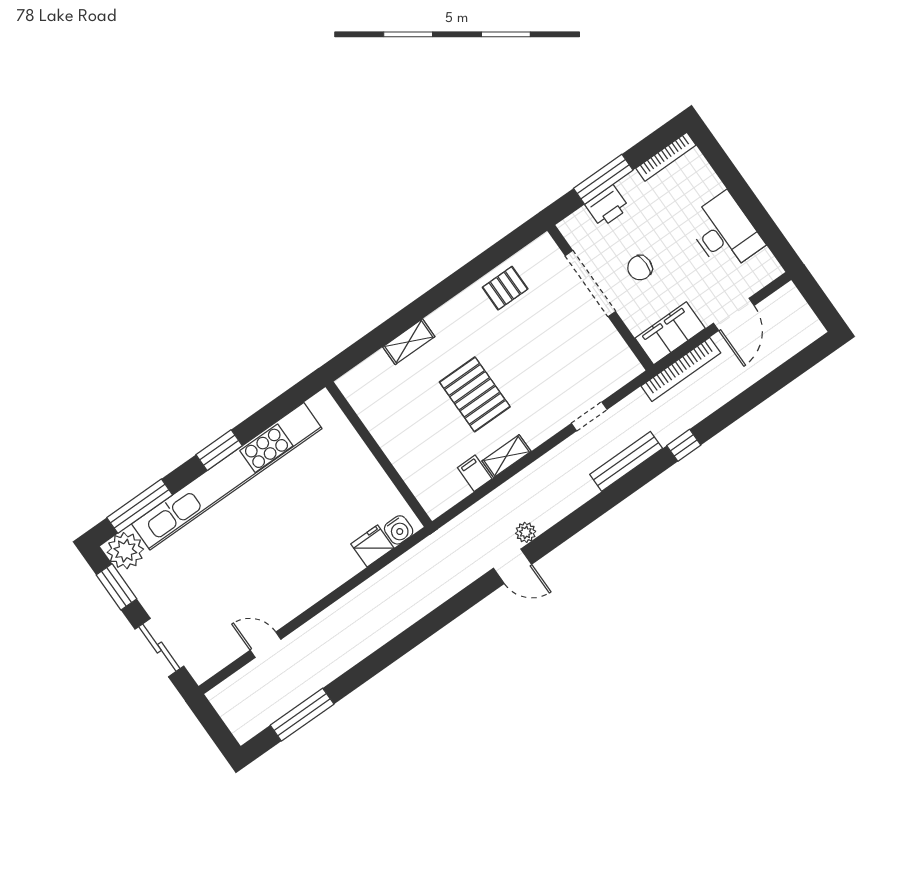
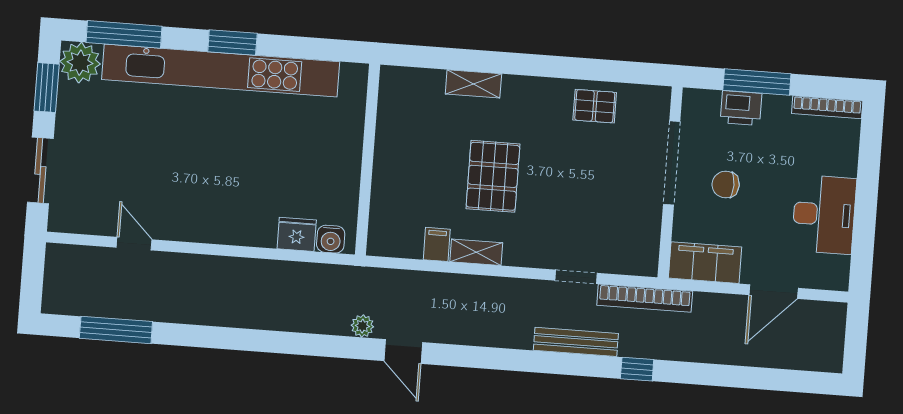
bookcase: (681, 369) -> (645, 298), moved
plant: (526, 532) -> (362, 326), moved

